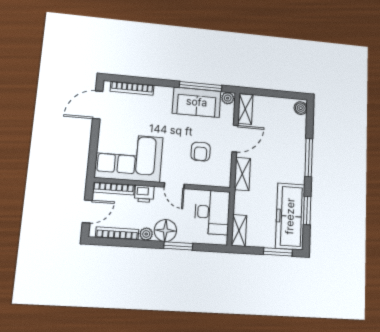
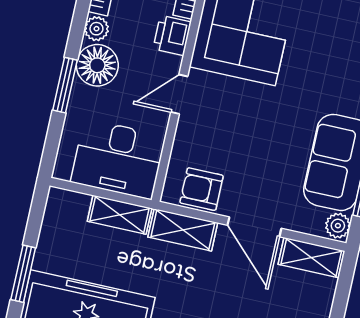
armchair: (201, 152) -> (202, 189), moved
shelving: (239, 230) -> (120, 215), moved

